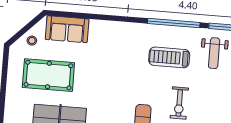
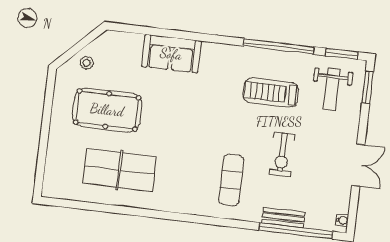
sofa: (67, 29) -> (171, 54), moved

